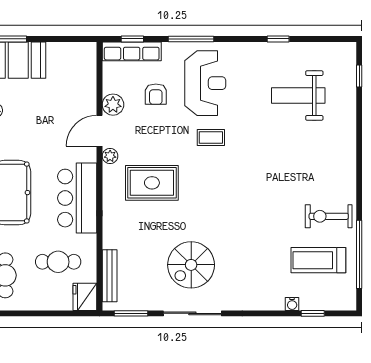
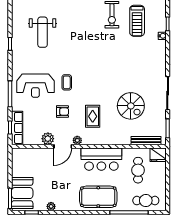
reception desk: (205, 83) -> (35, 86), turned 180
armchair: (156, 94) -> (62, 112), moved
door: (100, 131) -> (63, 146), hinge flipped
rug: (152, 183) -> (93, 116), width x0.73, depth x0.70
spiral stairs: (191, 265) -> (131, 106), moved

